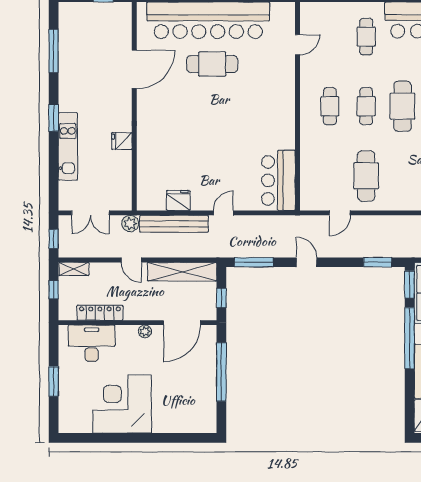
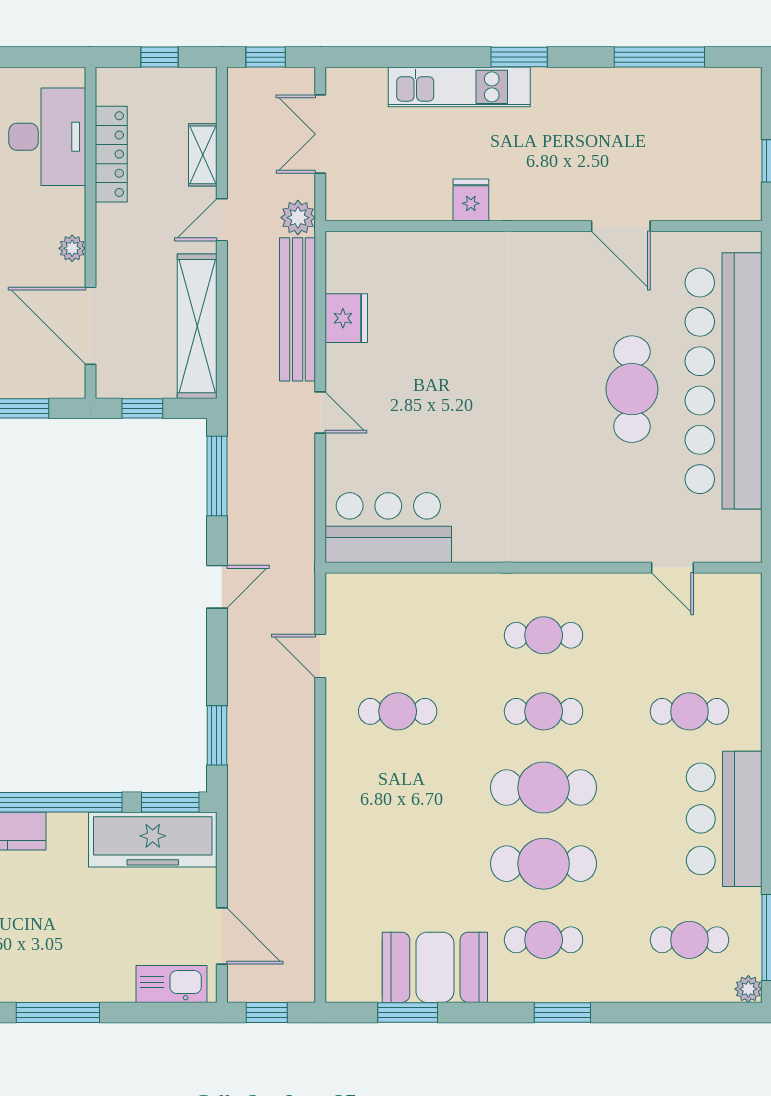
door: (134, 69) -> (621, 226), width x0.73
cafe table: (366, 176) -> (398, 711), width x0.73, depth x0.74
shelving: (74, 269) -> (203, 155), moved

